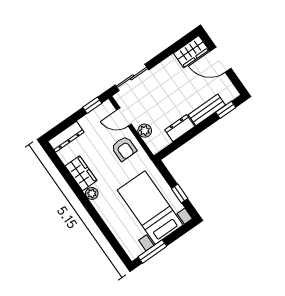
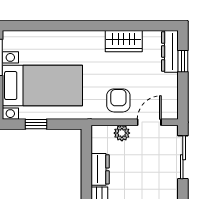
window: (92, 105) -> (183, 61), moved
armchair: (124, 149) -> (118, 100), turned 90
plant: (92, 193) -> (96, 38), removed

